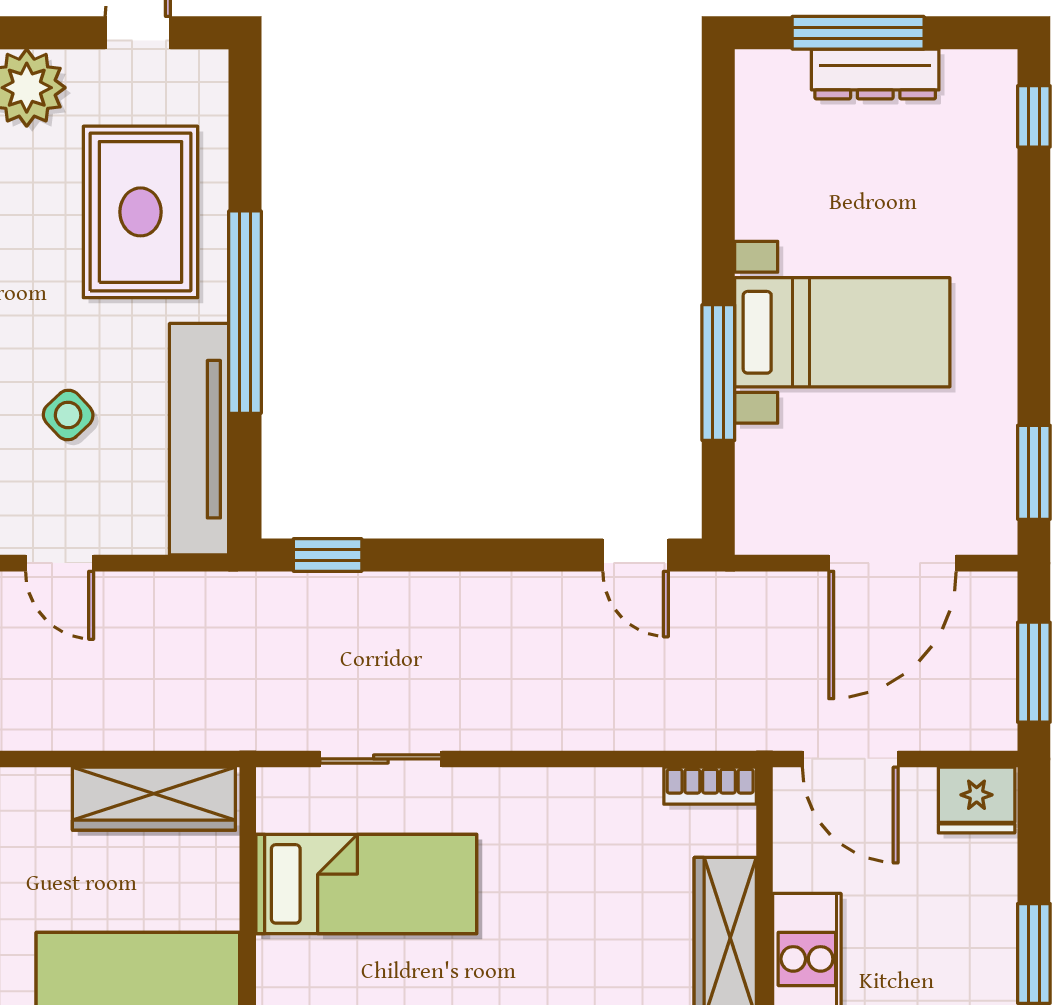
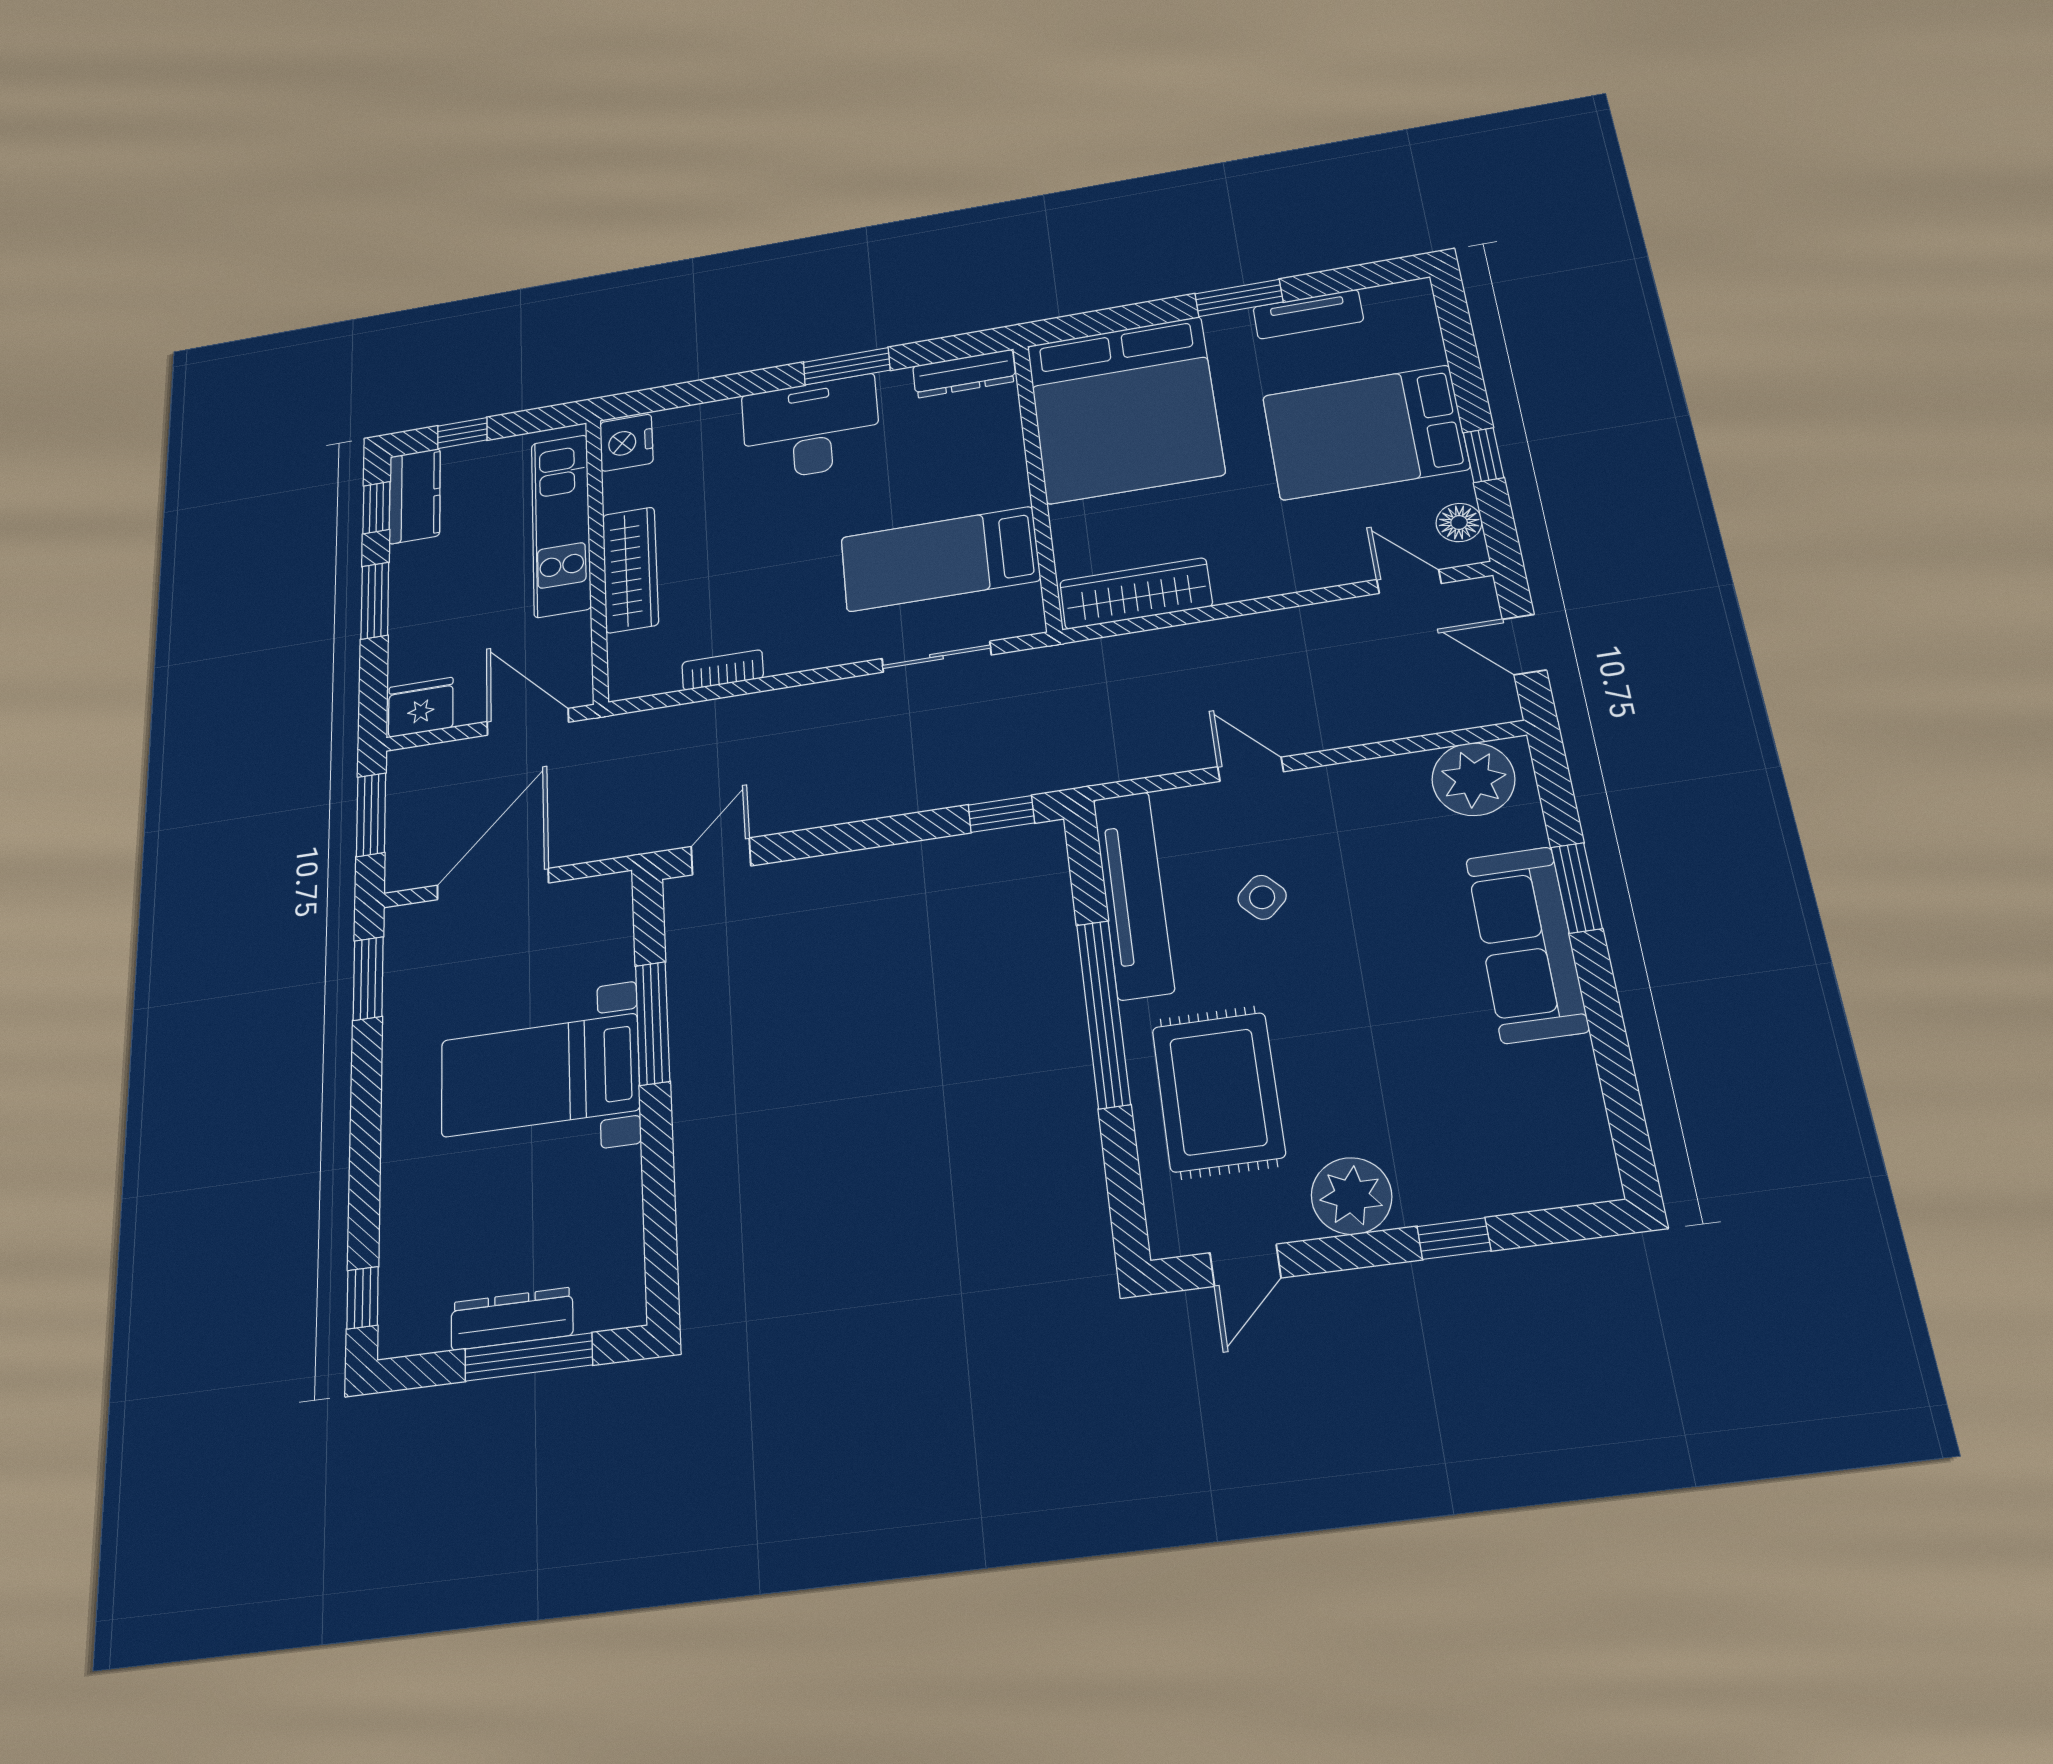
door: (636, 555) -> (721, 856), hinge flipped
bookcase: (710, 786) -> (723, 670), moved

